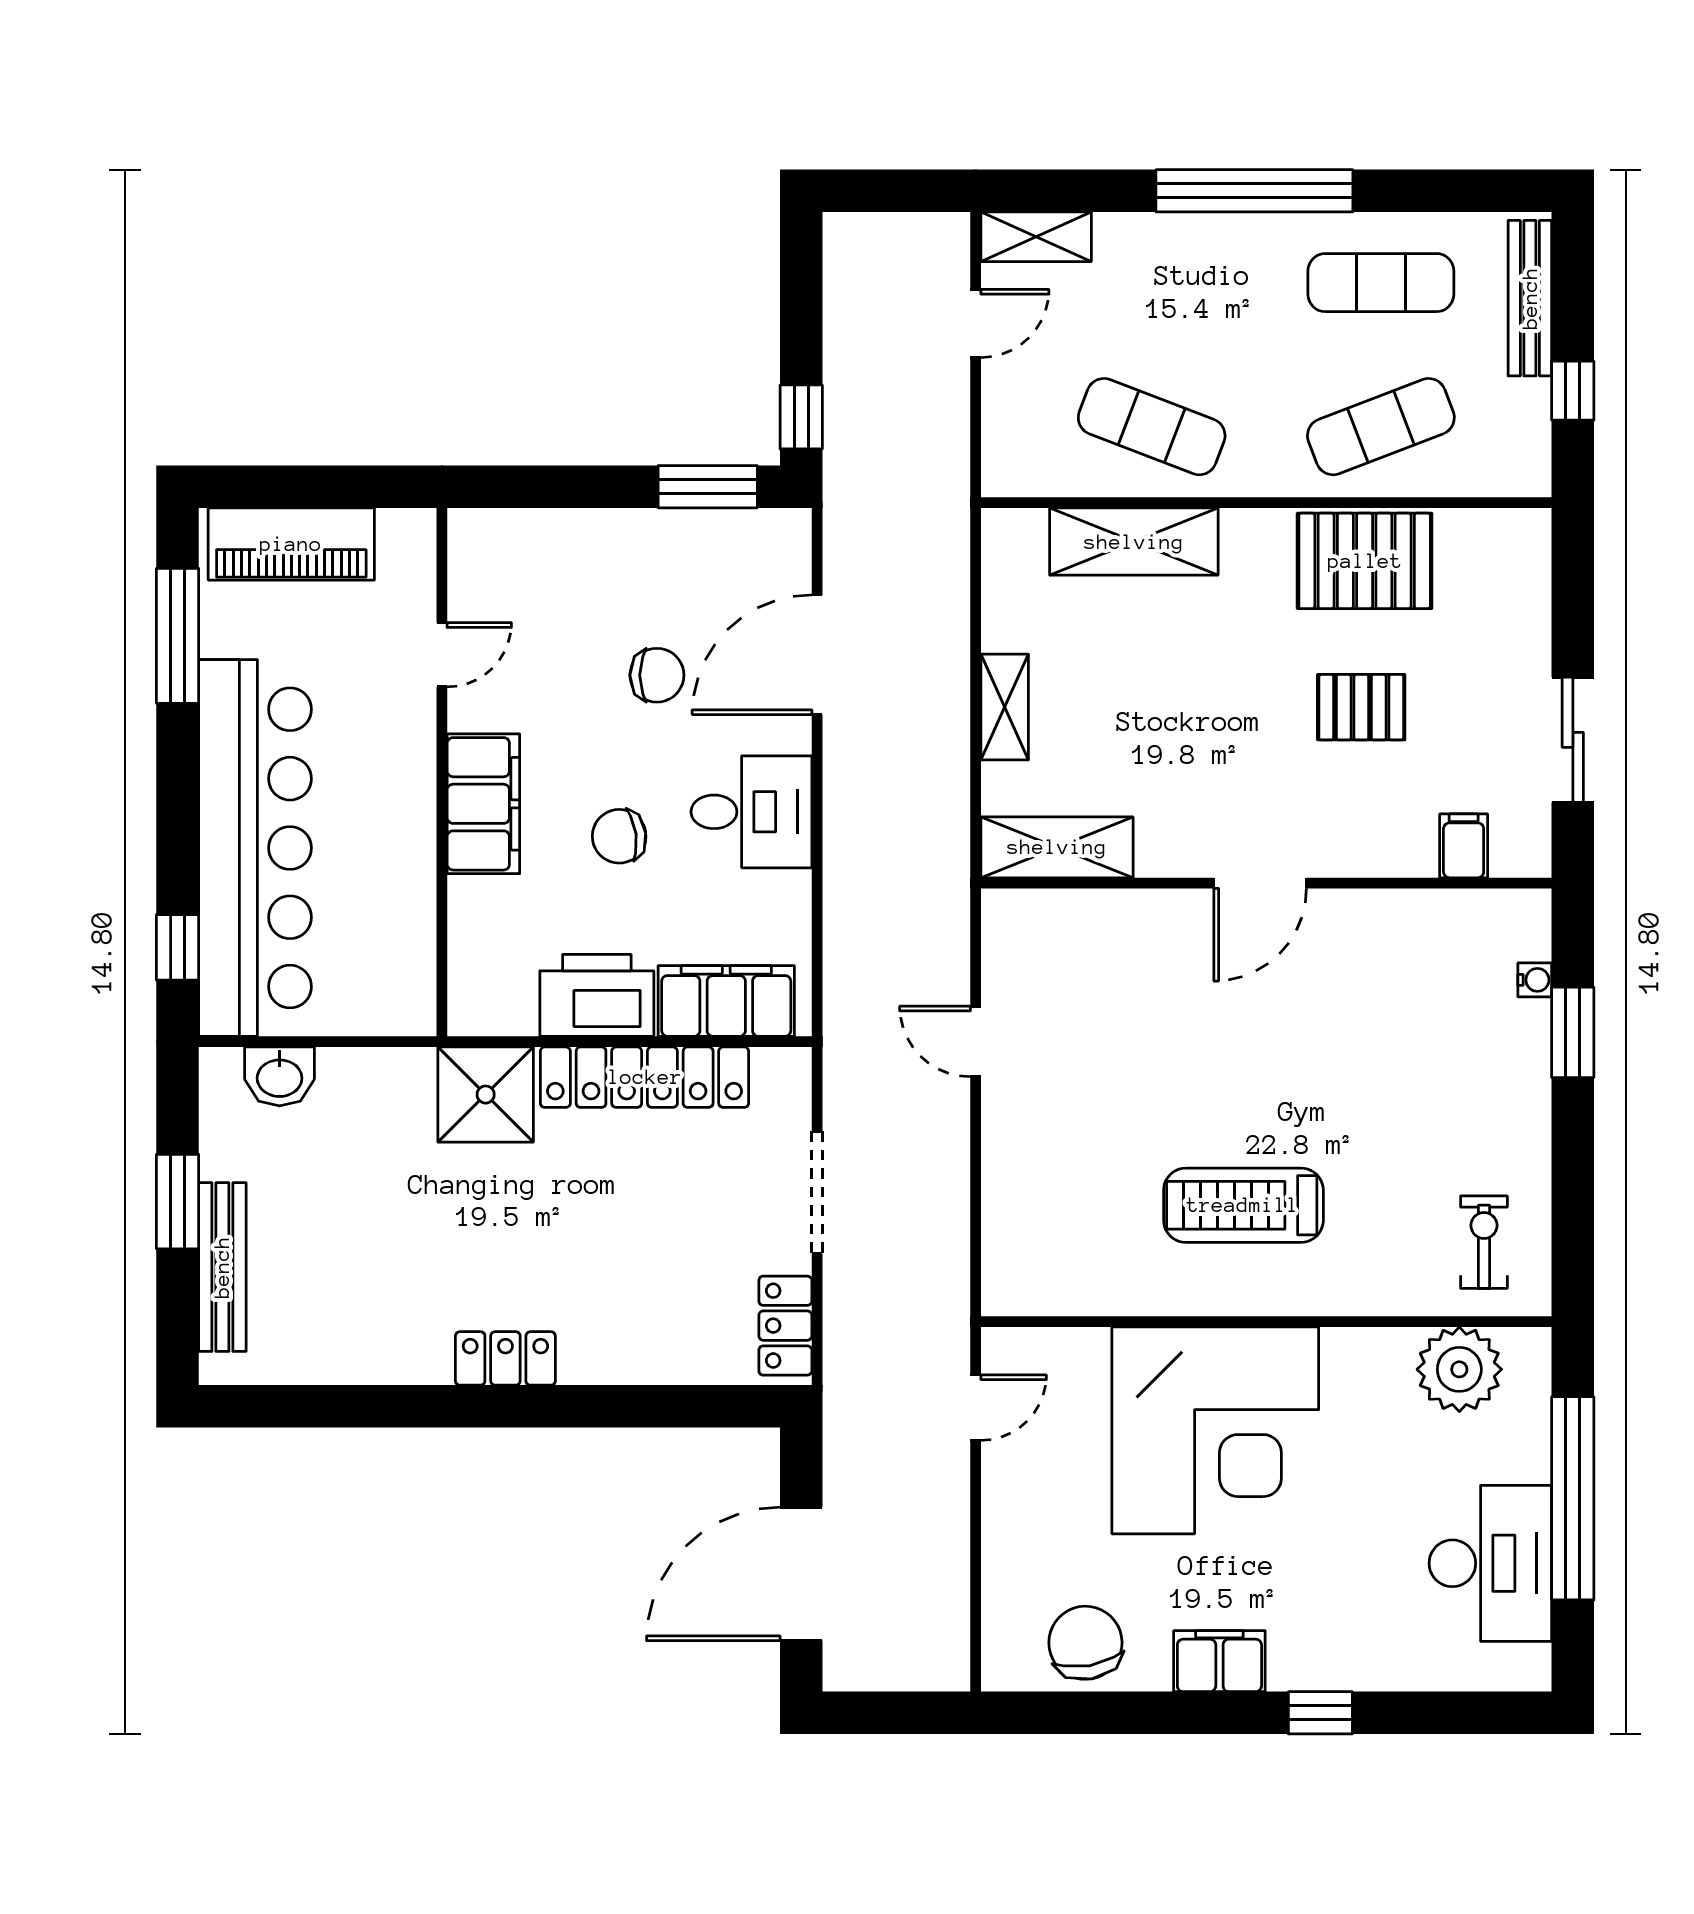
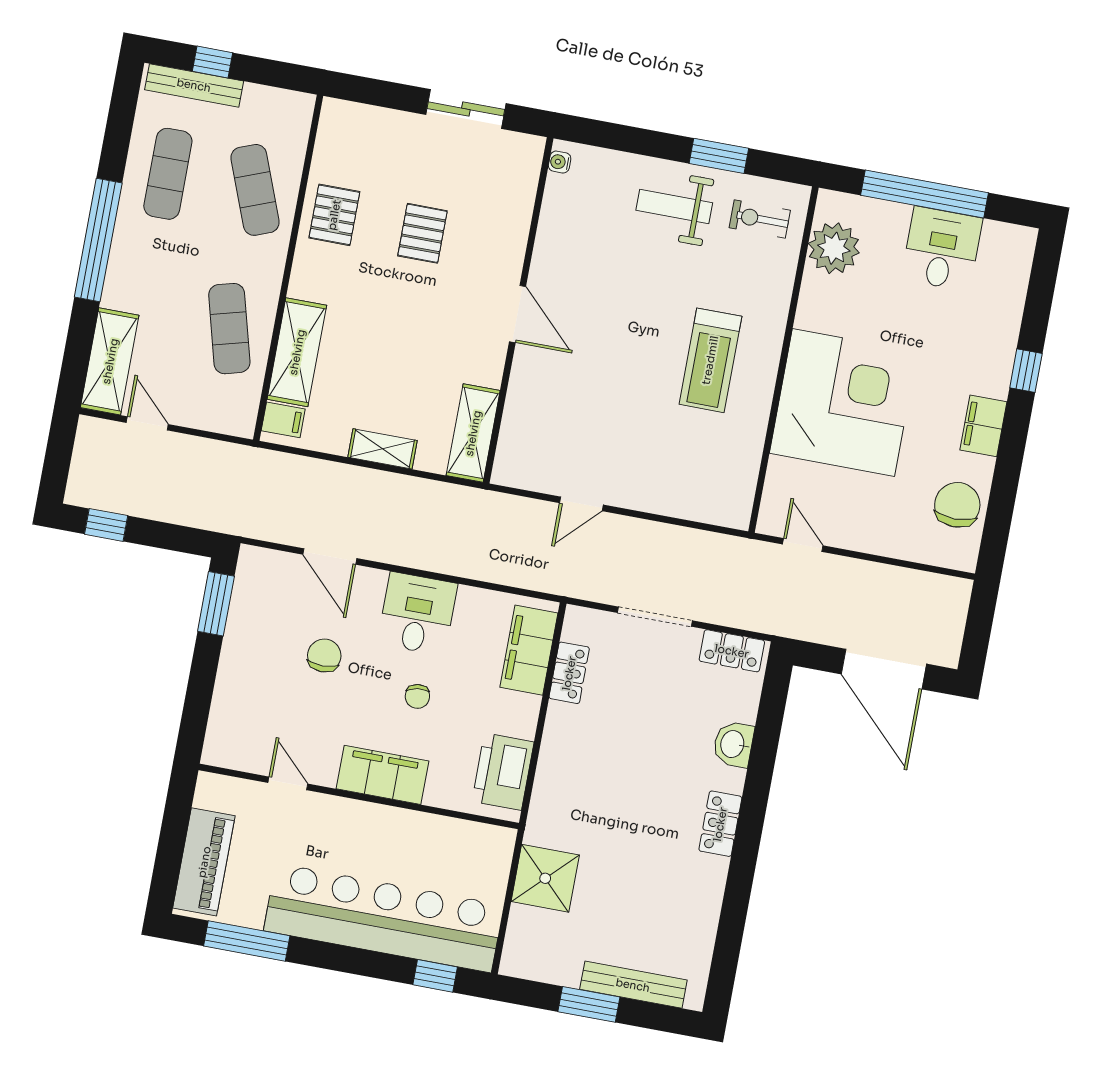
shelving: (1036, 237) -> (110, 361), width x1.50, depth x1.33
window: (1573, 391) -> (213, 62), moved
window: (801, 417) -> (106, 525), moved
exercise mat: (1152, 427) -> (229, 329), turned -36
pallet: (1365, 561) -> (334, 215), width x0.67, depth x0.71
door: (817, 655) -> (330, 556), width x0.73
chair: (619, 836) -> (417, 696), width x0.73, depth x0.73
filing cabinet: (1464, 846) -> (283, 420), moved, turned 180
water cooler: (1535, 980) -> (560, 162), moved, turned -90
printer: (597, 995) -> (503, 772), moved
window: (1573, 1032) -> (719, 156), moved
washbasin: (280, 1076) -> (733, 744), moved, turned 180
locker: (645, 1077) -> (569, 673), width x0.46, depth x0.83
shower: (486, 1095) -> (545, 878), moved
weight bench: (1478, 1102) -> (674, 207), added
desk: (1490, 1563) -> (942, 249), width x0.73
chair: (1085, 1643) -> (957, 505), turned 100

